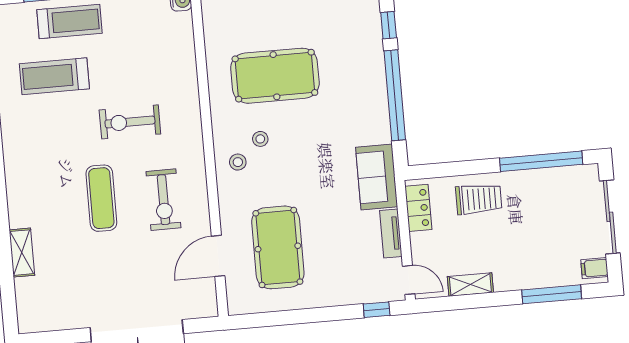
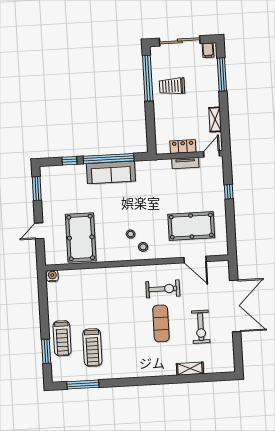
treadmill: (69, 21) -> (62, 338), turned 180
pool table: (275, 76) -> (81, 238), moved
exercise bike: (130, 122) -> (201, 327), moved
sofa: (377, 177) -> (111, 172), moved, width x1.36
exercise mat: (101, 198) -> (161, 323), turned 90
trolley: (479, 199) -> (172, 86), moved, turned -90
locker: (418, 208) -> (183, 147), moved
window: (377, 310) -> (229, 192), moved

